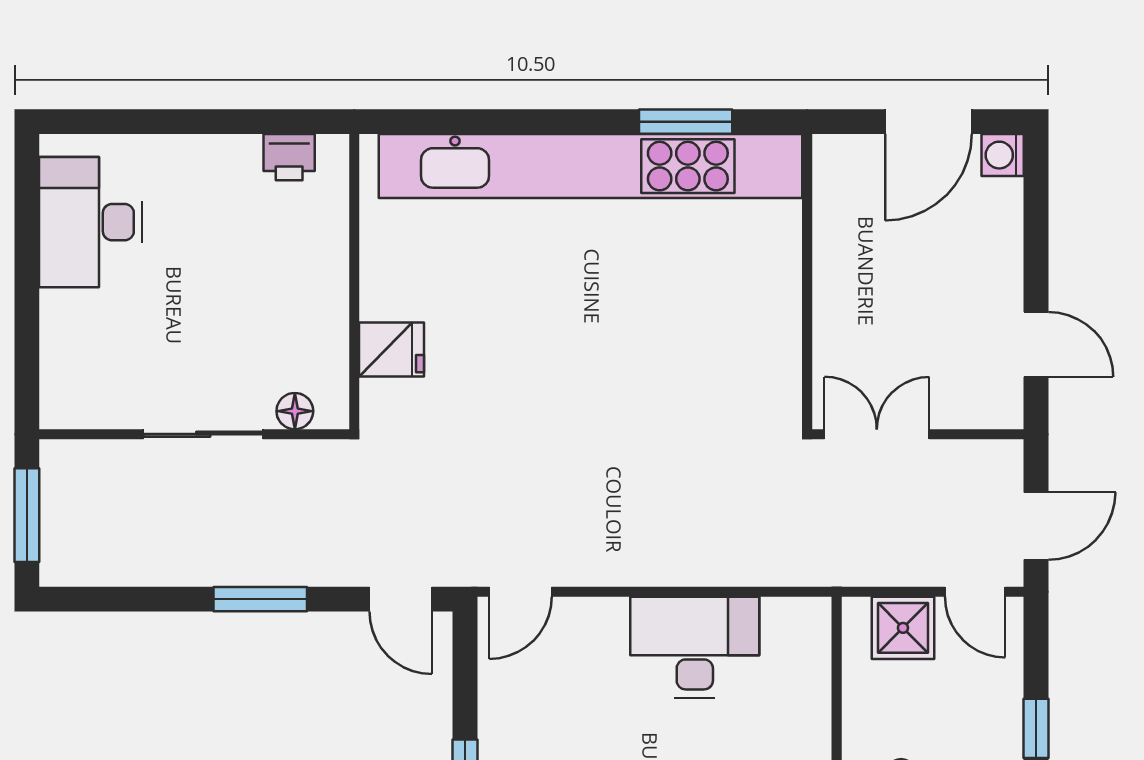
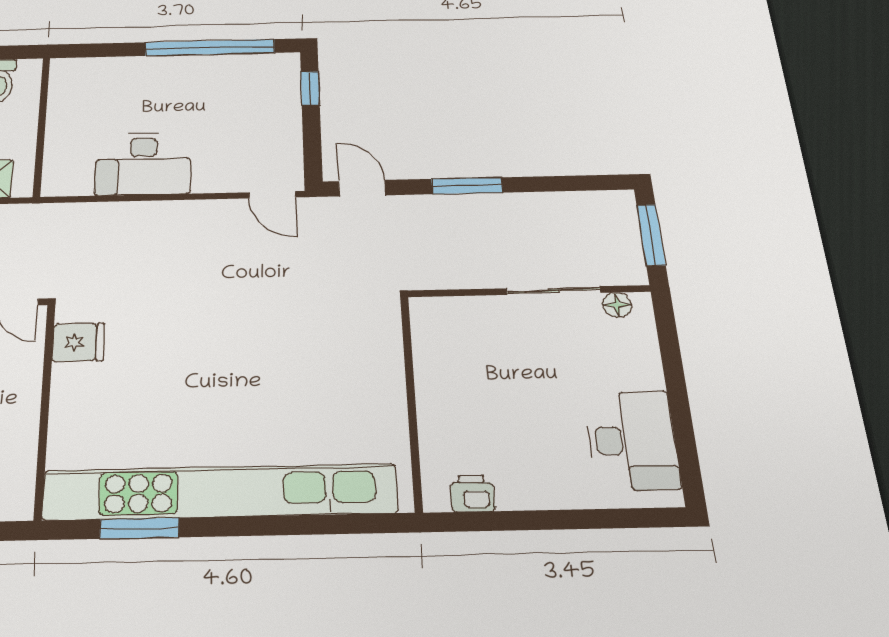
fridge: (392, 349) -> (78, 342), moved, turned 180
floor lamp: (295, 411) -> (617, 305), moved
sliding door: (203, 434) -> (554, 291), moved
door: (520, 592) -> (272, 195), swing flipped

